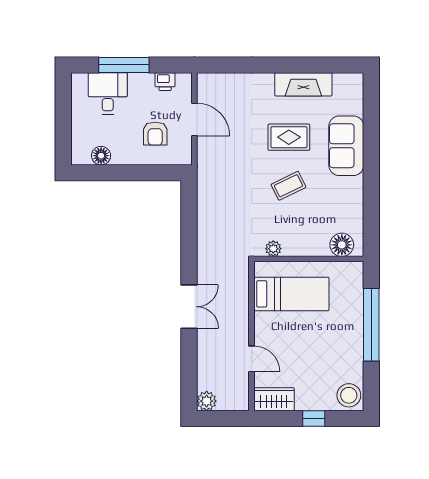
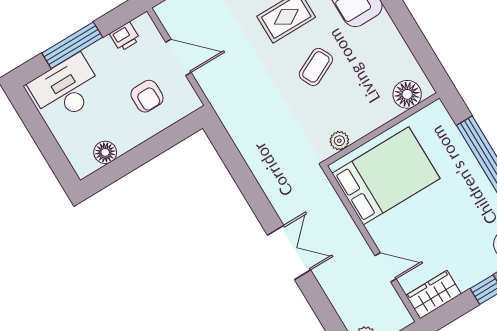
desk: (108, 93) -> (66, 89), width x1.37
bed: (291, 294) -> (386, 176), width x1.50

